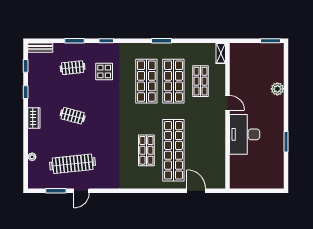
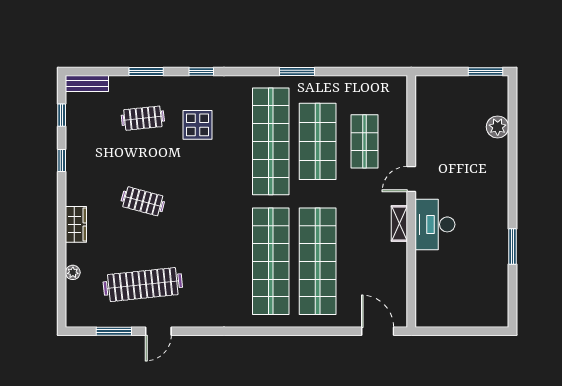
shelving: (221, 53) -> (399, 224), moved
shop shelf: (146, 81) -> (271, 141), width x1.40
plant: (277, 89) -> (498, 127), moved
door: (228, 103) -> (411, 179), swing flipped
wardrobe: (34, 118) -> (76, 224), moved
desk: (245, 134) -> (435, 224), width x0.73, depth x0.77
shop shelf: (146, 150) -> (271, 261), width x2.00, depth x1.36
door: (196, 191) -> (378, 331), moved

